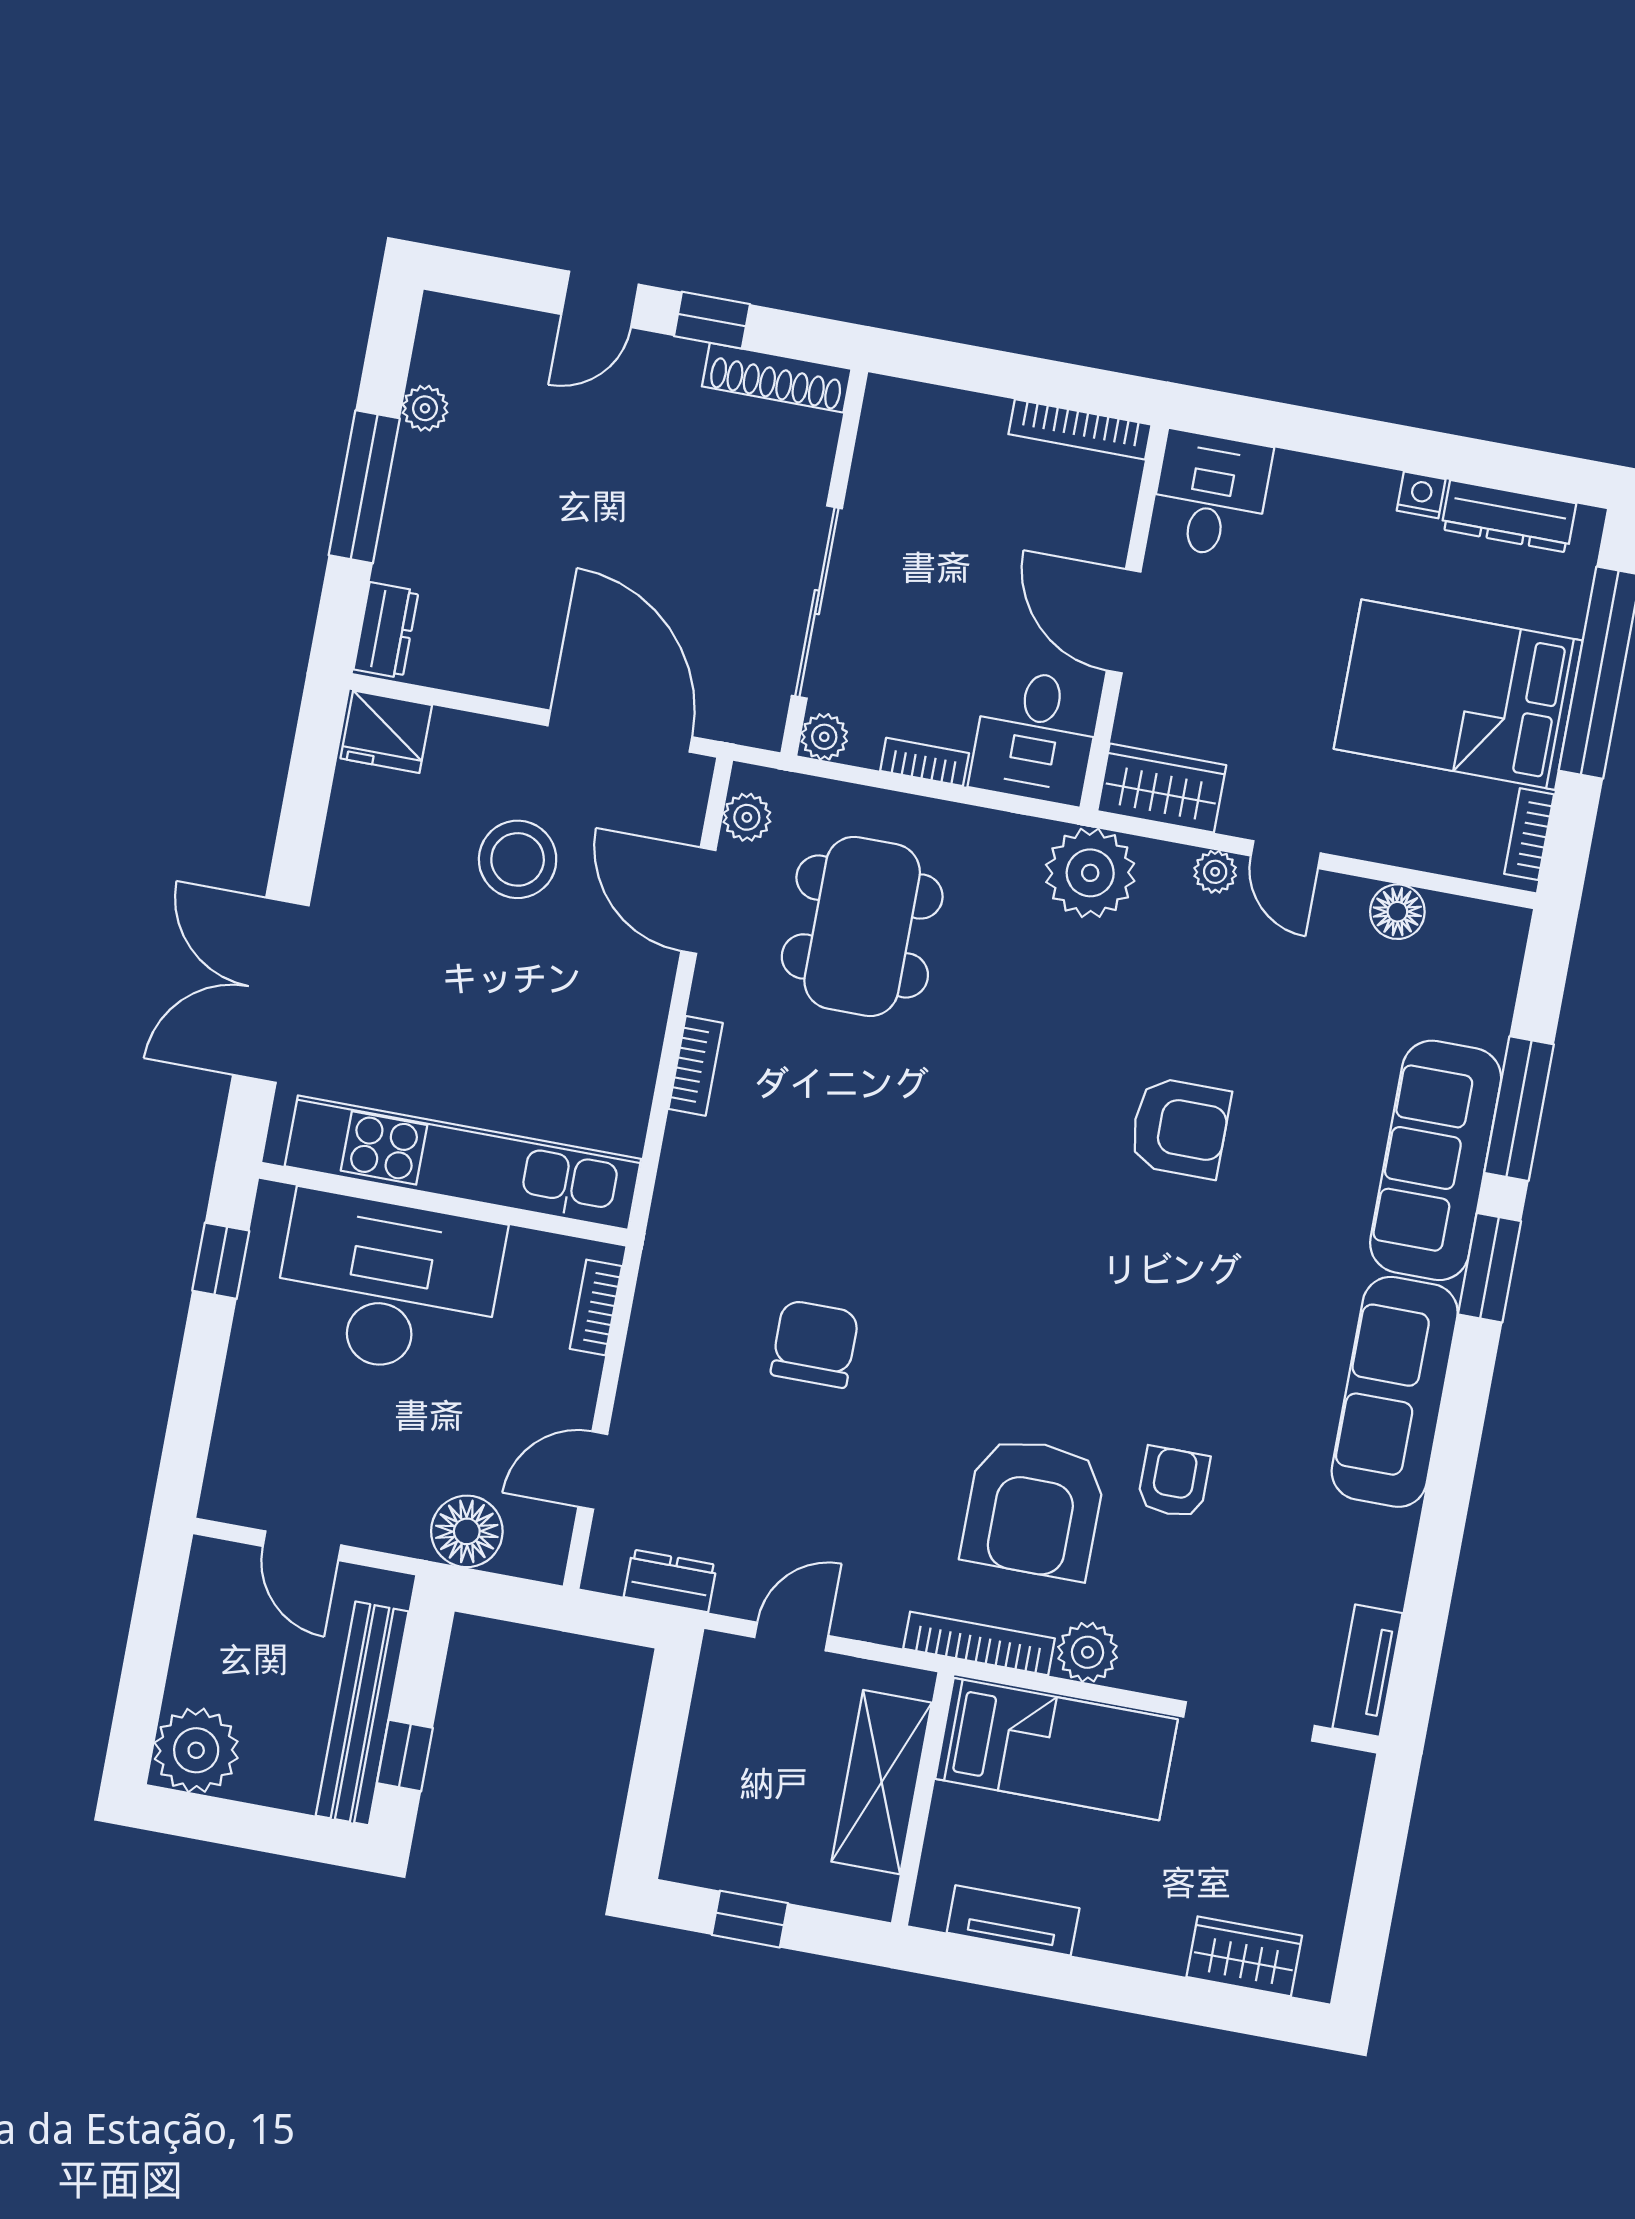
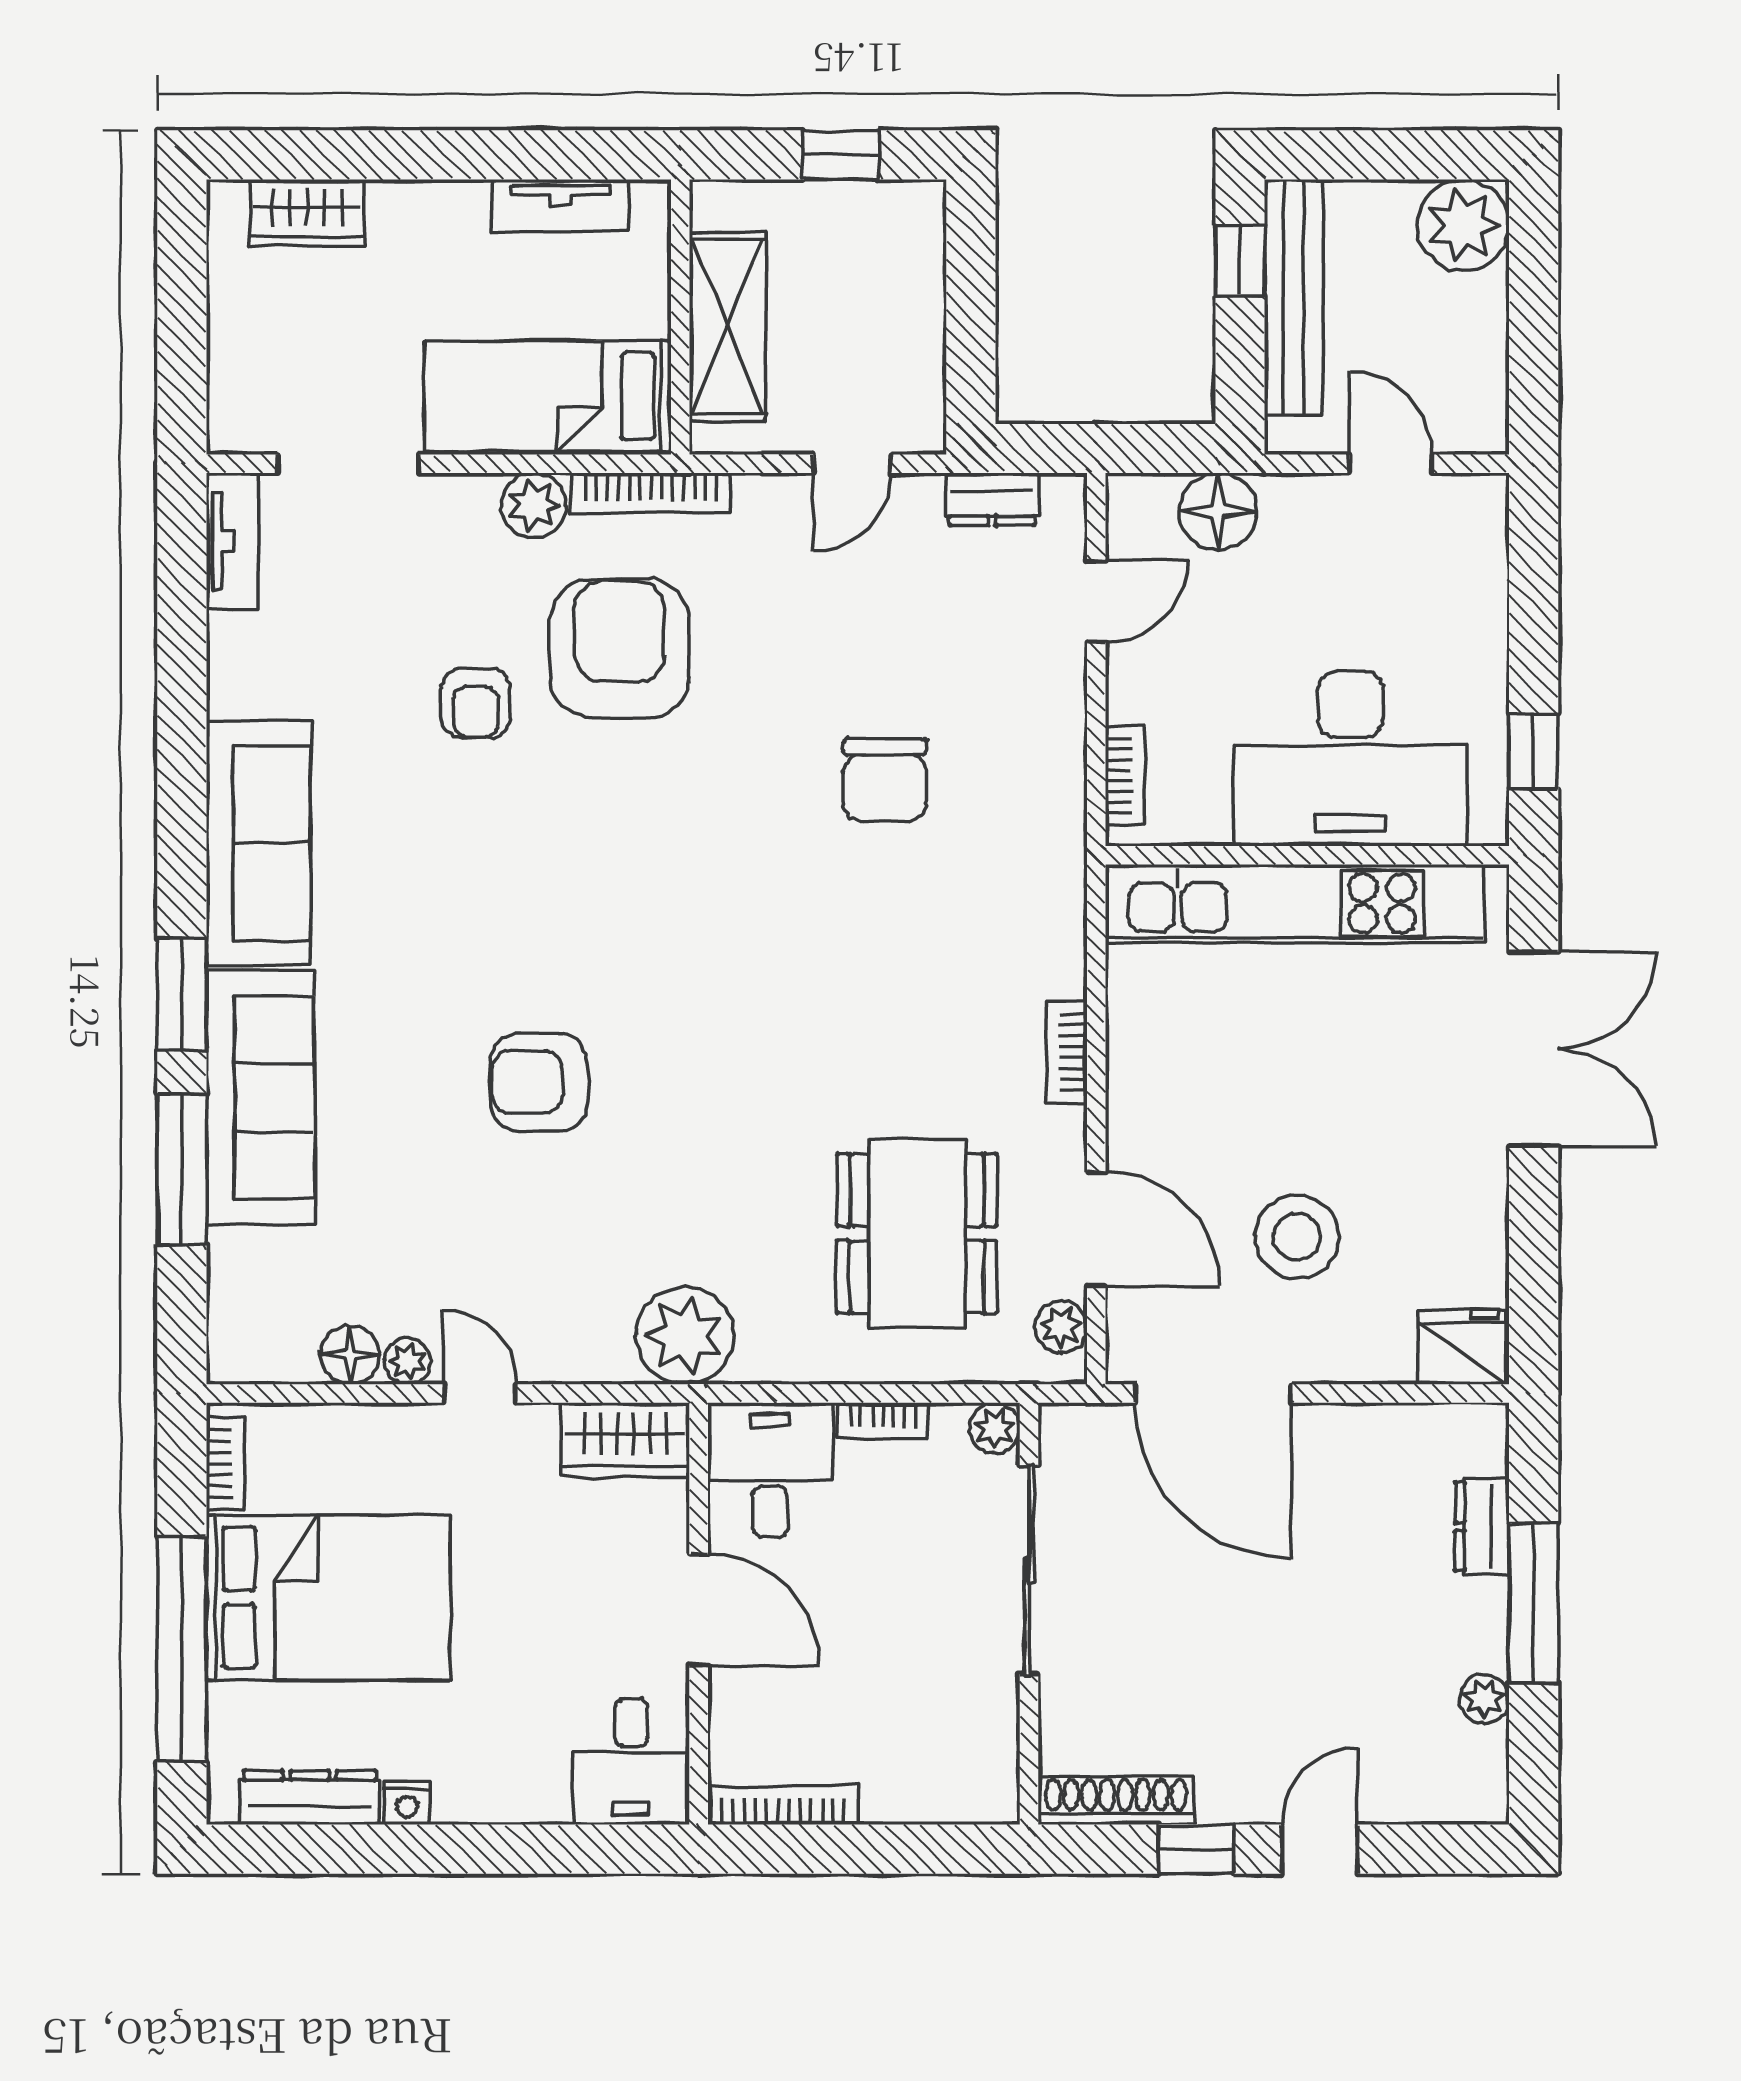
dresser: (386, 630) -> (1482, 1526), moved
plant: (1215, 872) -> (408, 1361), moved

